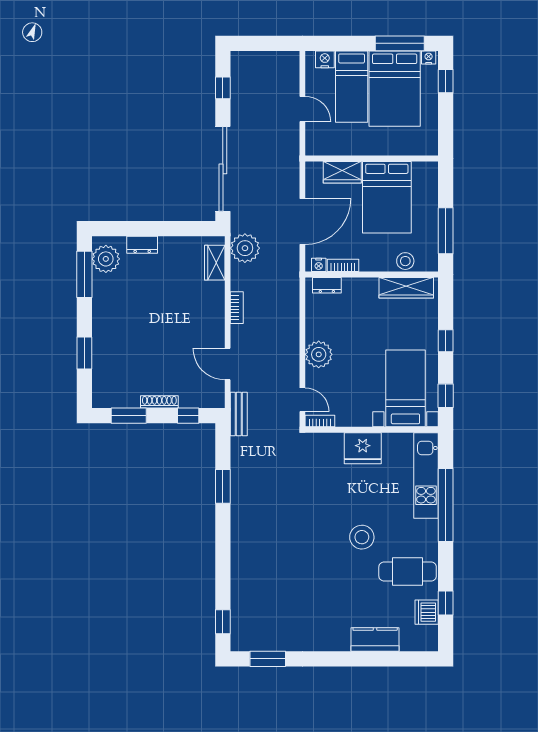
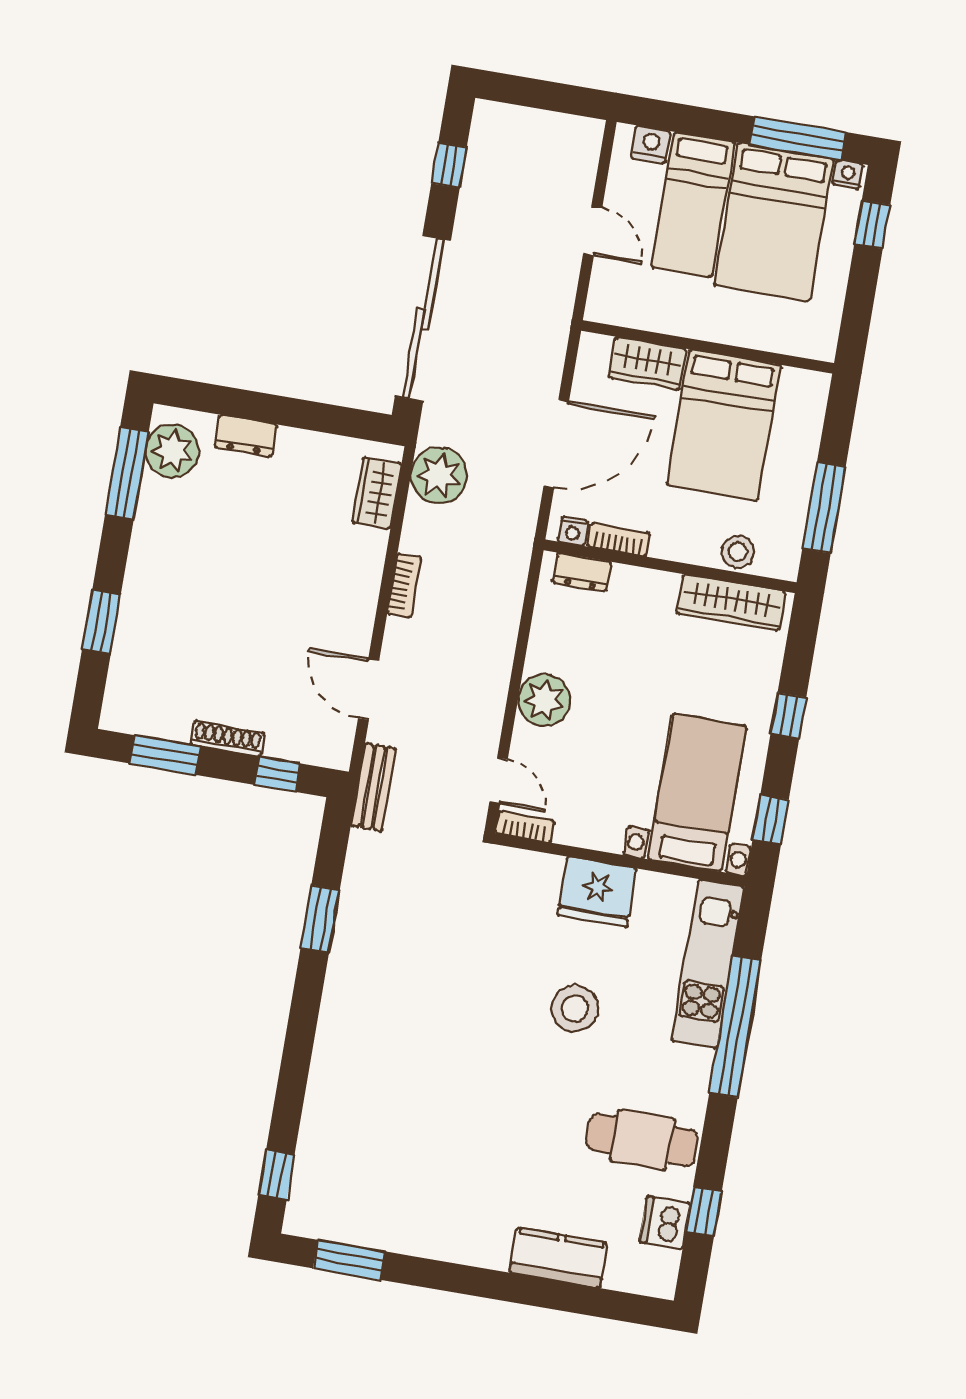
stool: (362, 537) -> (575, 1008), moved

